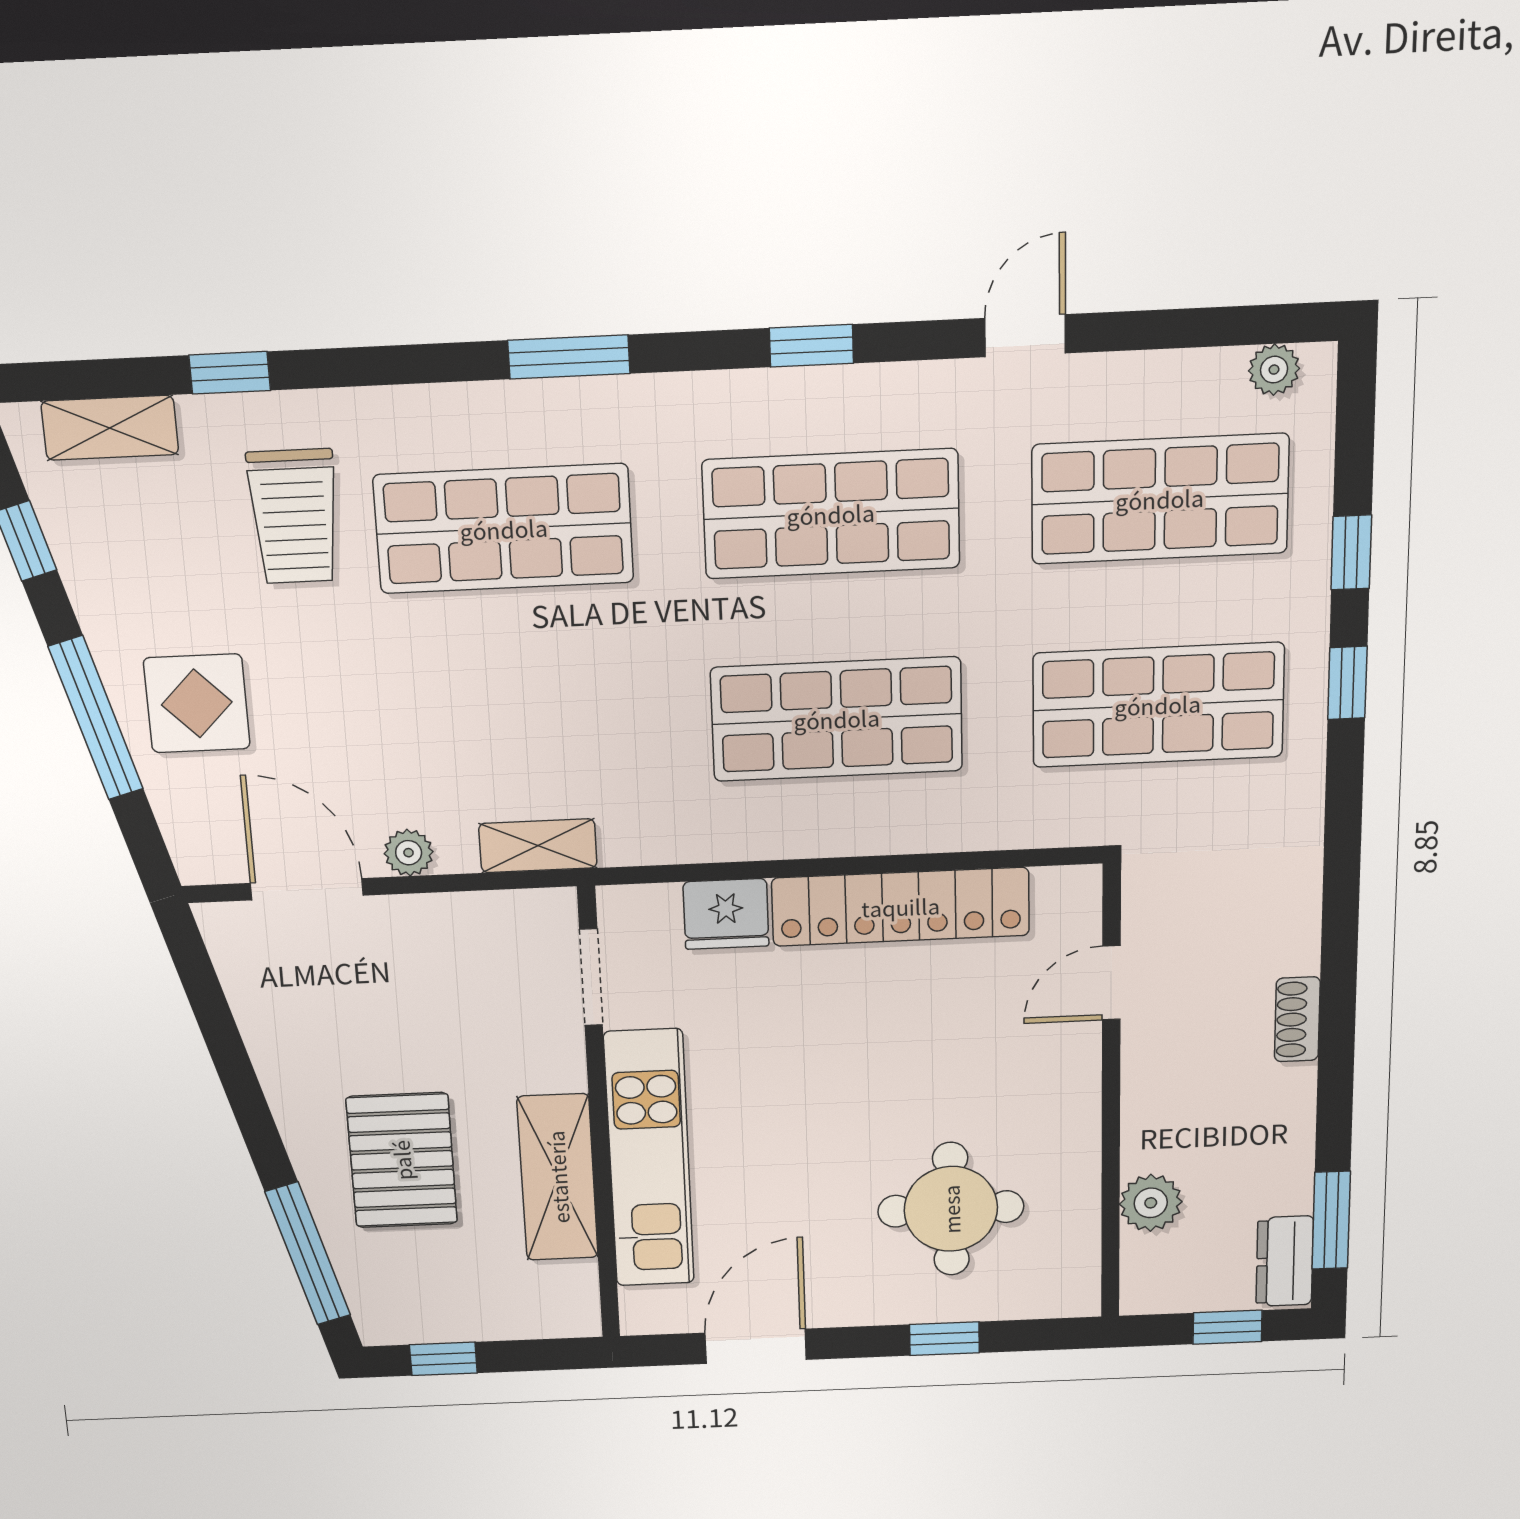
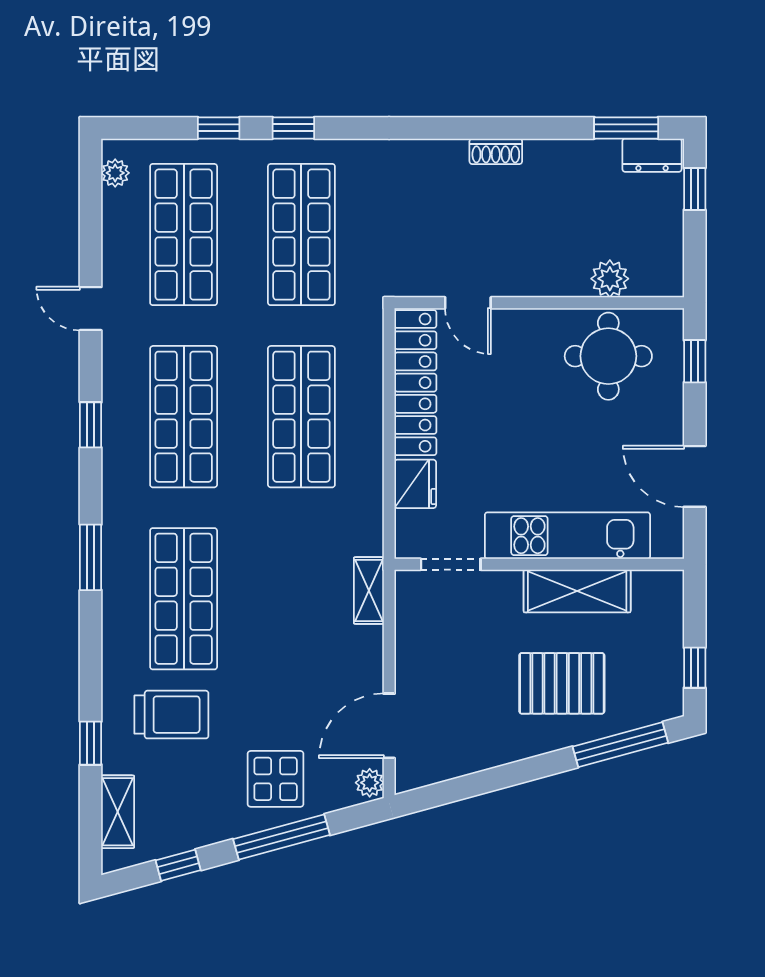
plant: (409, 853) -> (370, 783), moved
door: (1111, 983) -> (468, 303), moved
wall: (1111, 1096) -> (539, 303), moved
plant: (1151, 1203) -> (610, 279), moved

